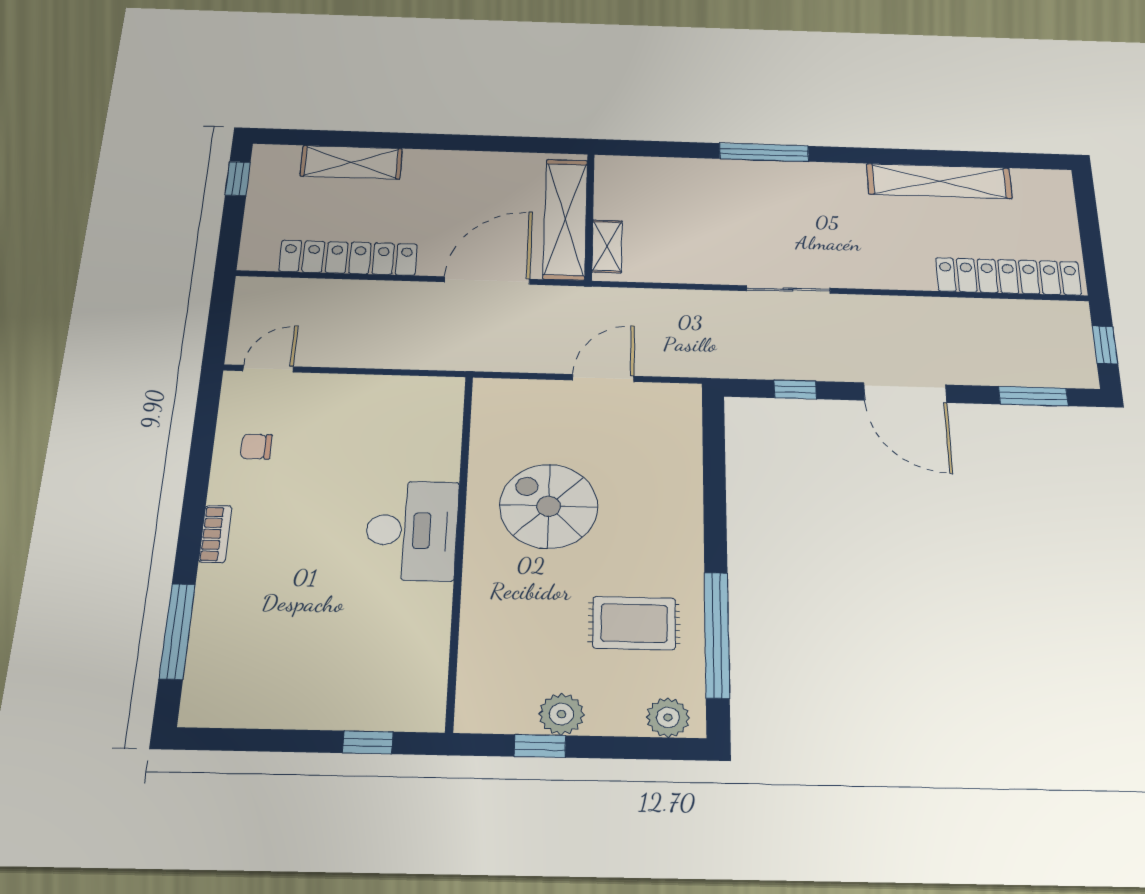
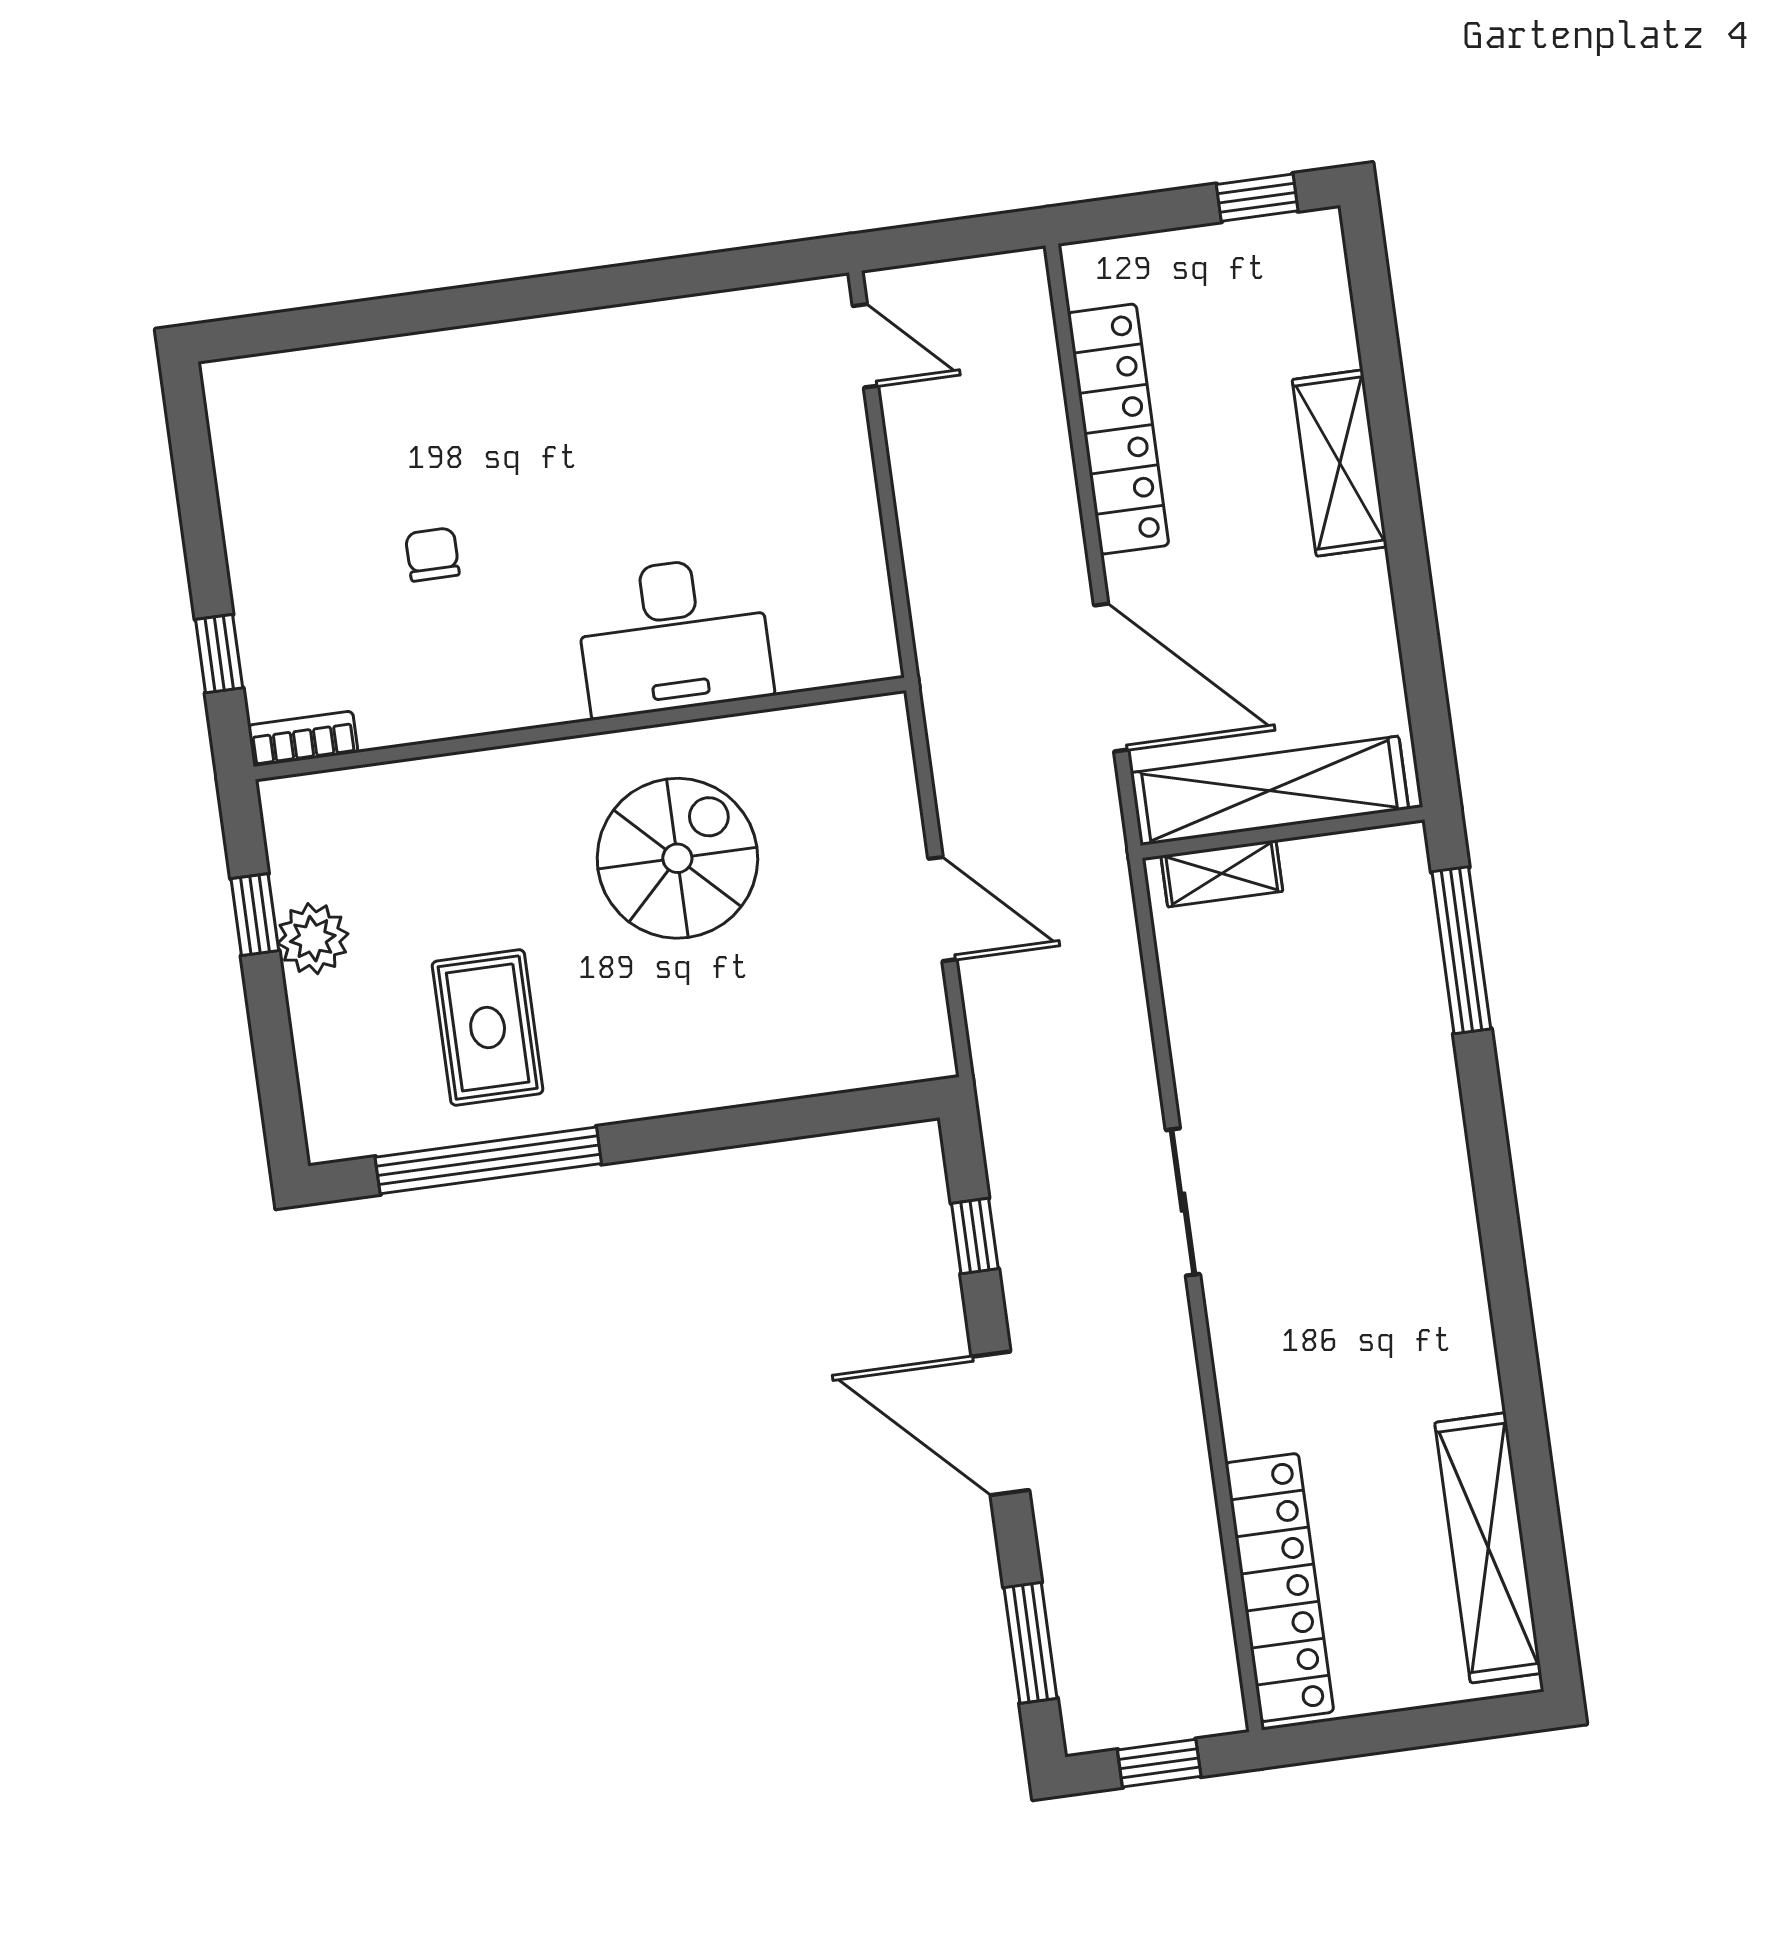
window: (764, 152) -> (1461, 950), moved
shelving: (351, 162) -> (1340, 463), moved
shelving: (939, 181) -> (1488, 1548), moved
door: (905, 393) -> (1000, 1423), hinge flipped
chair: (256, 447) -> (432, 554), moved
desk: (412, 530) -> (674, 636), moved
bookcase: (215, 534) -> (303, 739), moved, turned 180
window: (177, 631) -> (357, 321), removed
plant: (668, 717) -> (333, 1103), removed

